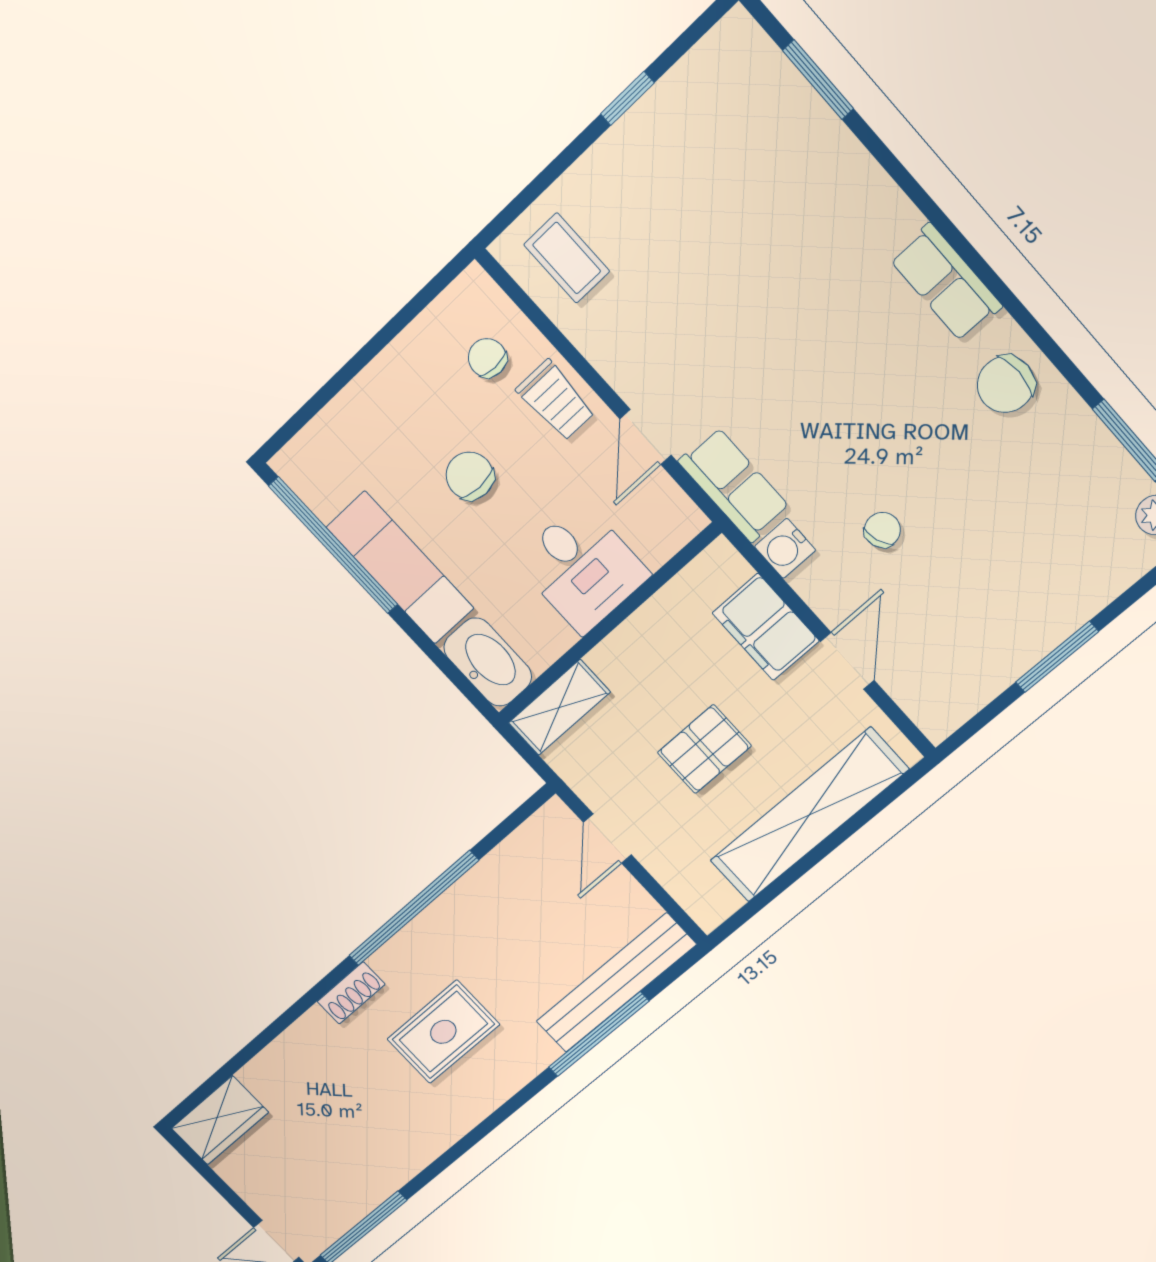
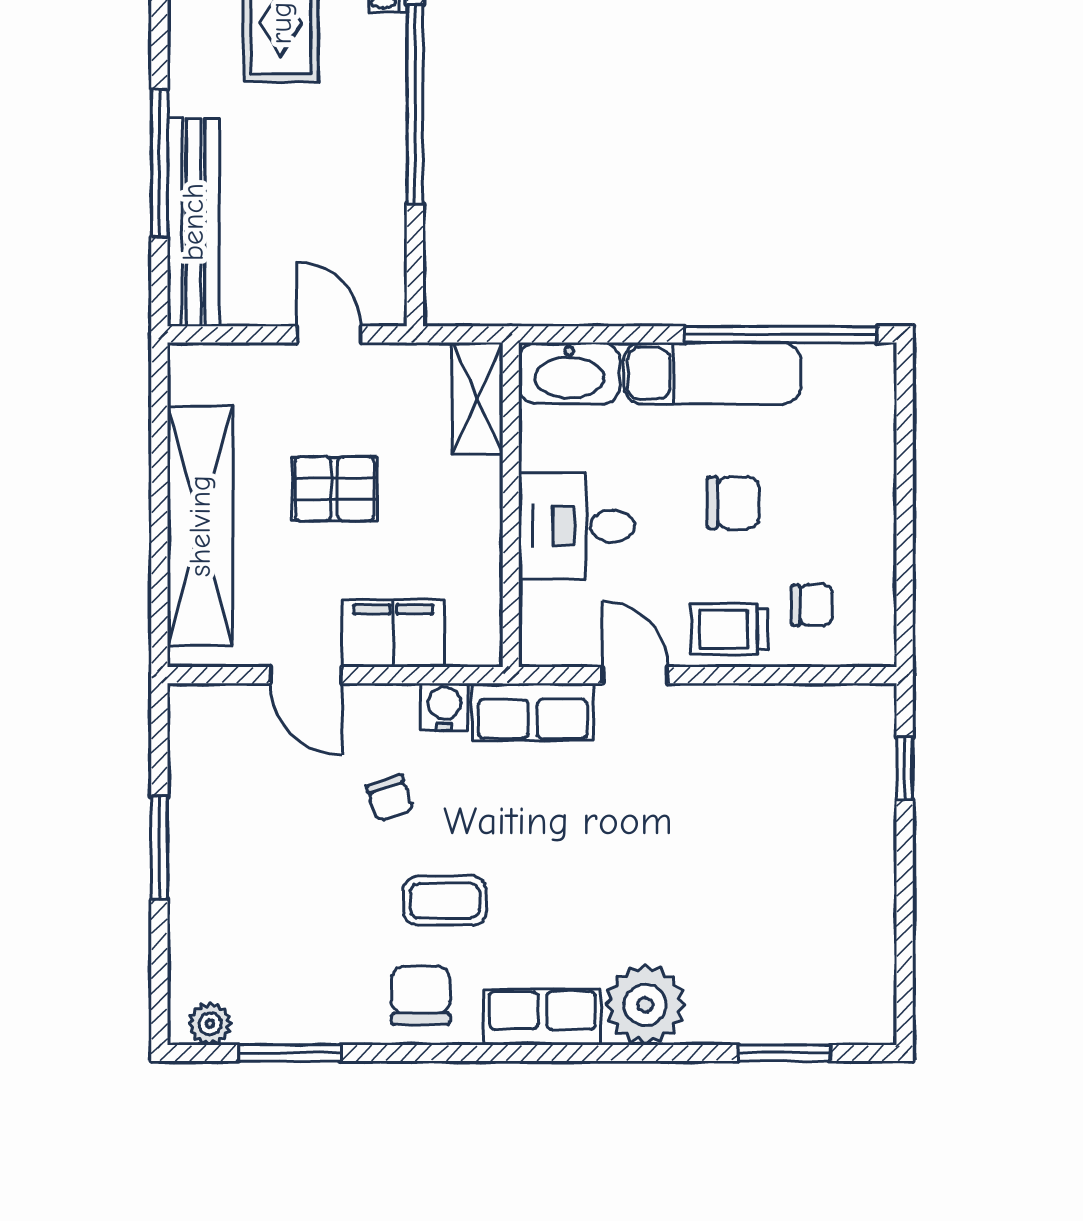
window: (627, 98) -> (905, 768), moved
plant: (872, 216) -> (645, 1005), added
coffee table: (567, 258) -> (445, 901), moved
pallet: (704, 749) -> (334, 489), turned 90

